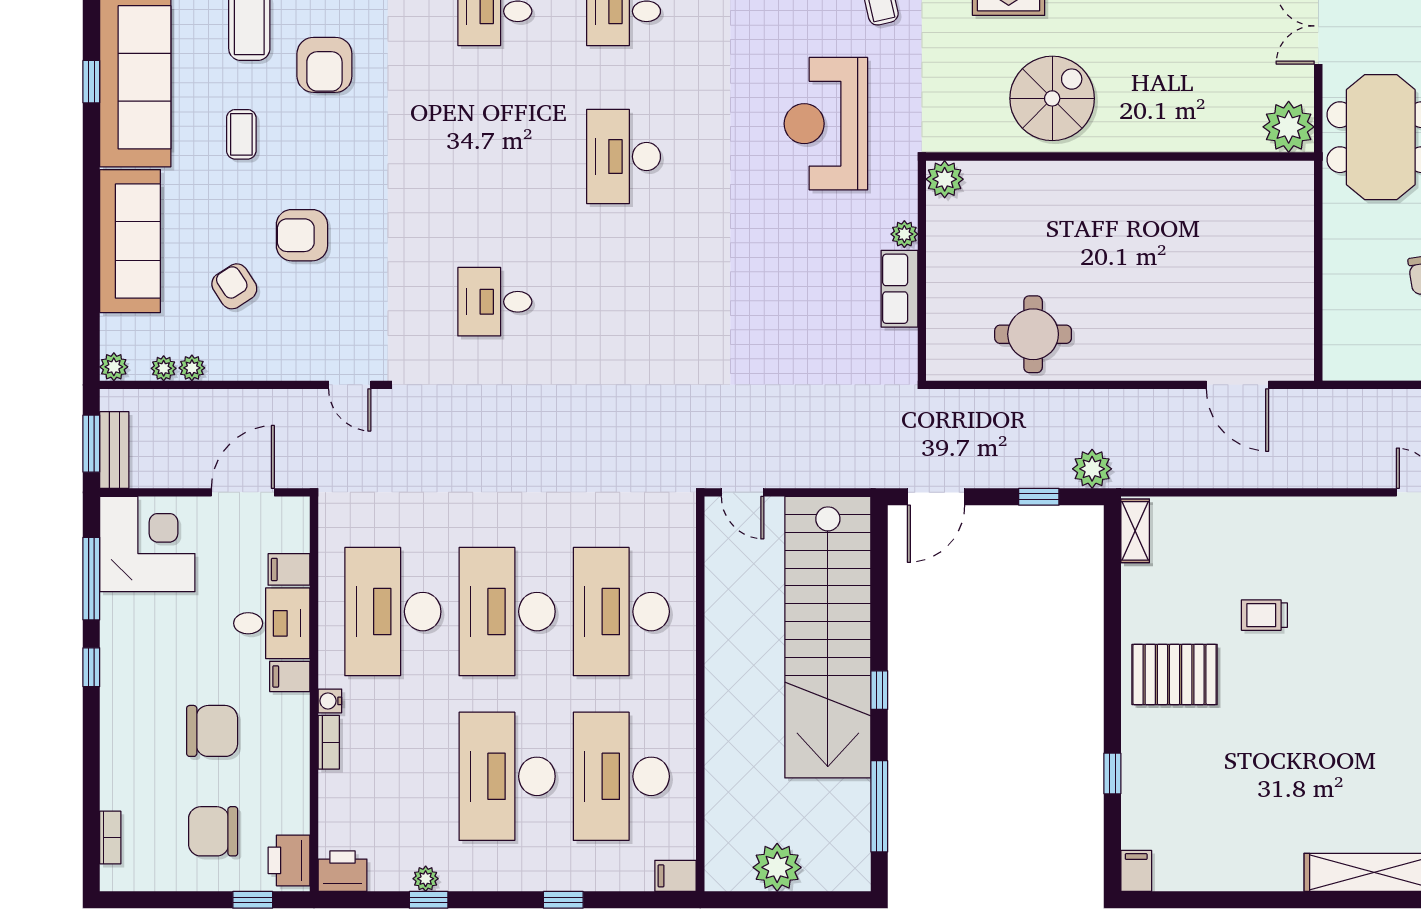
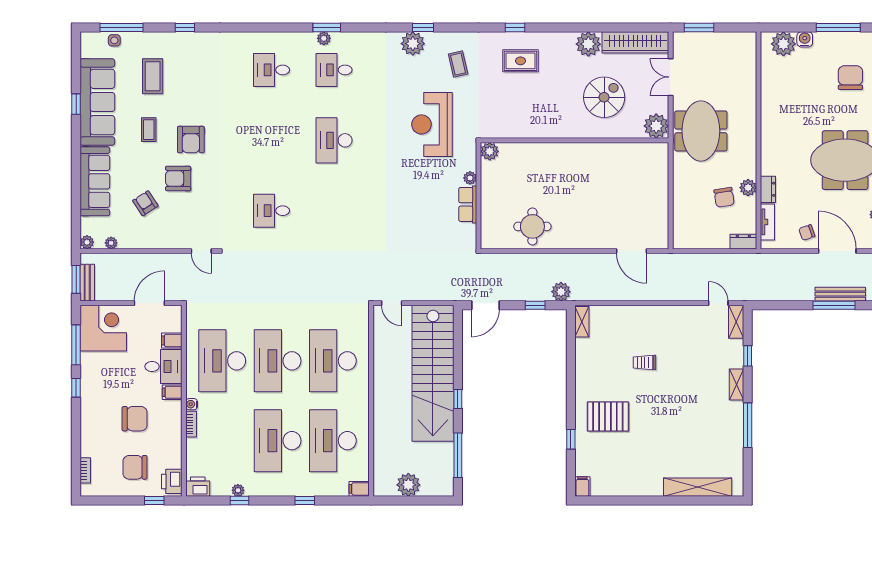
armchair: (324, 65) -> (191, 140), moved
spiral stairs: (1052, 98) -> (604, 97), moved
plant: (192, 368) -> (125, 243), removed
pallet: (1175, 674) -> (608, 416), moved

